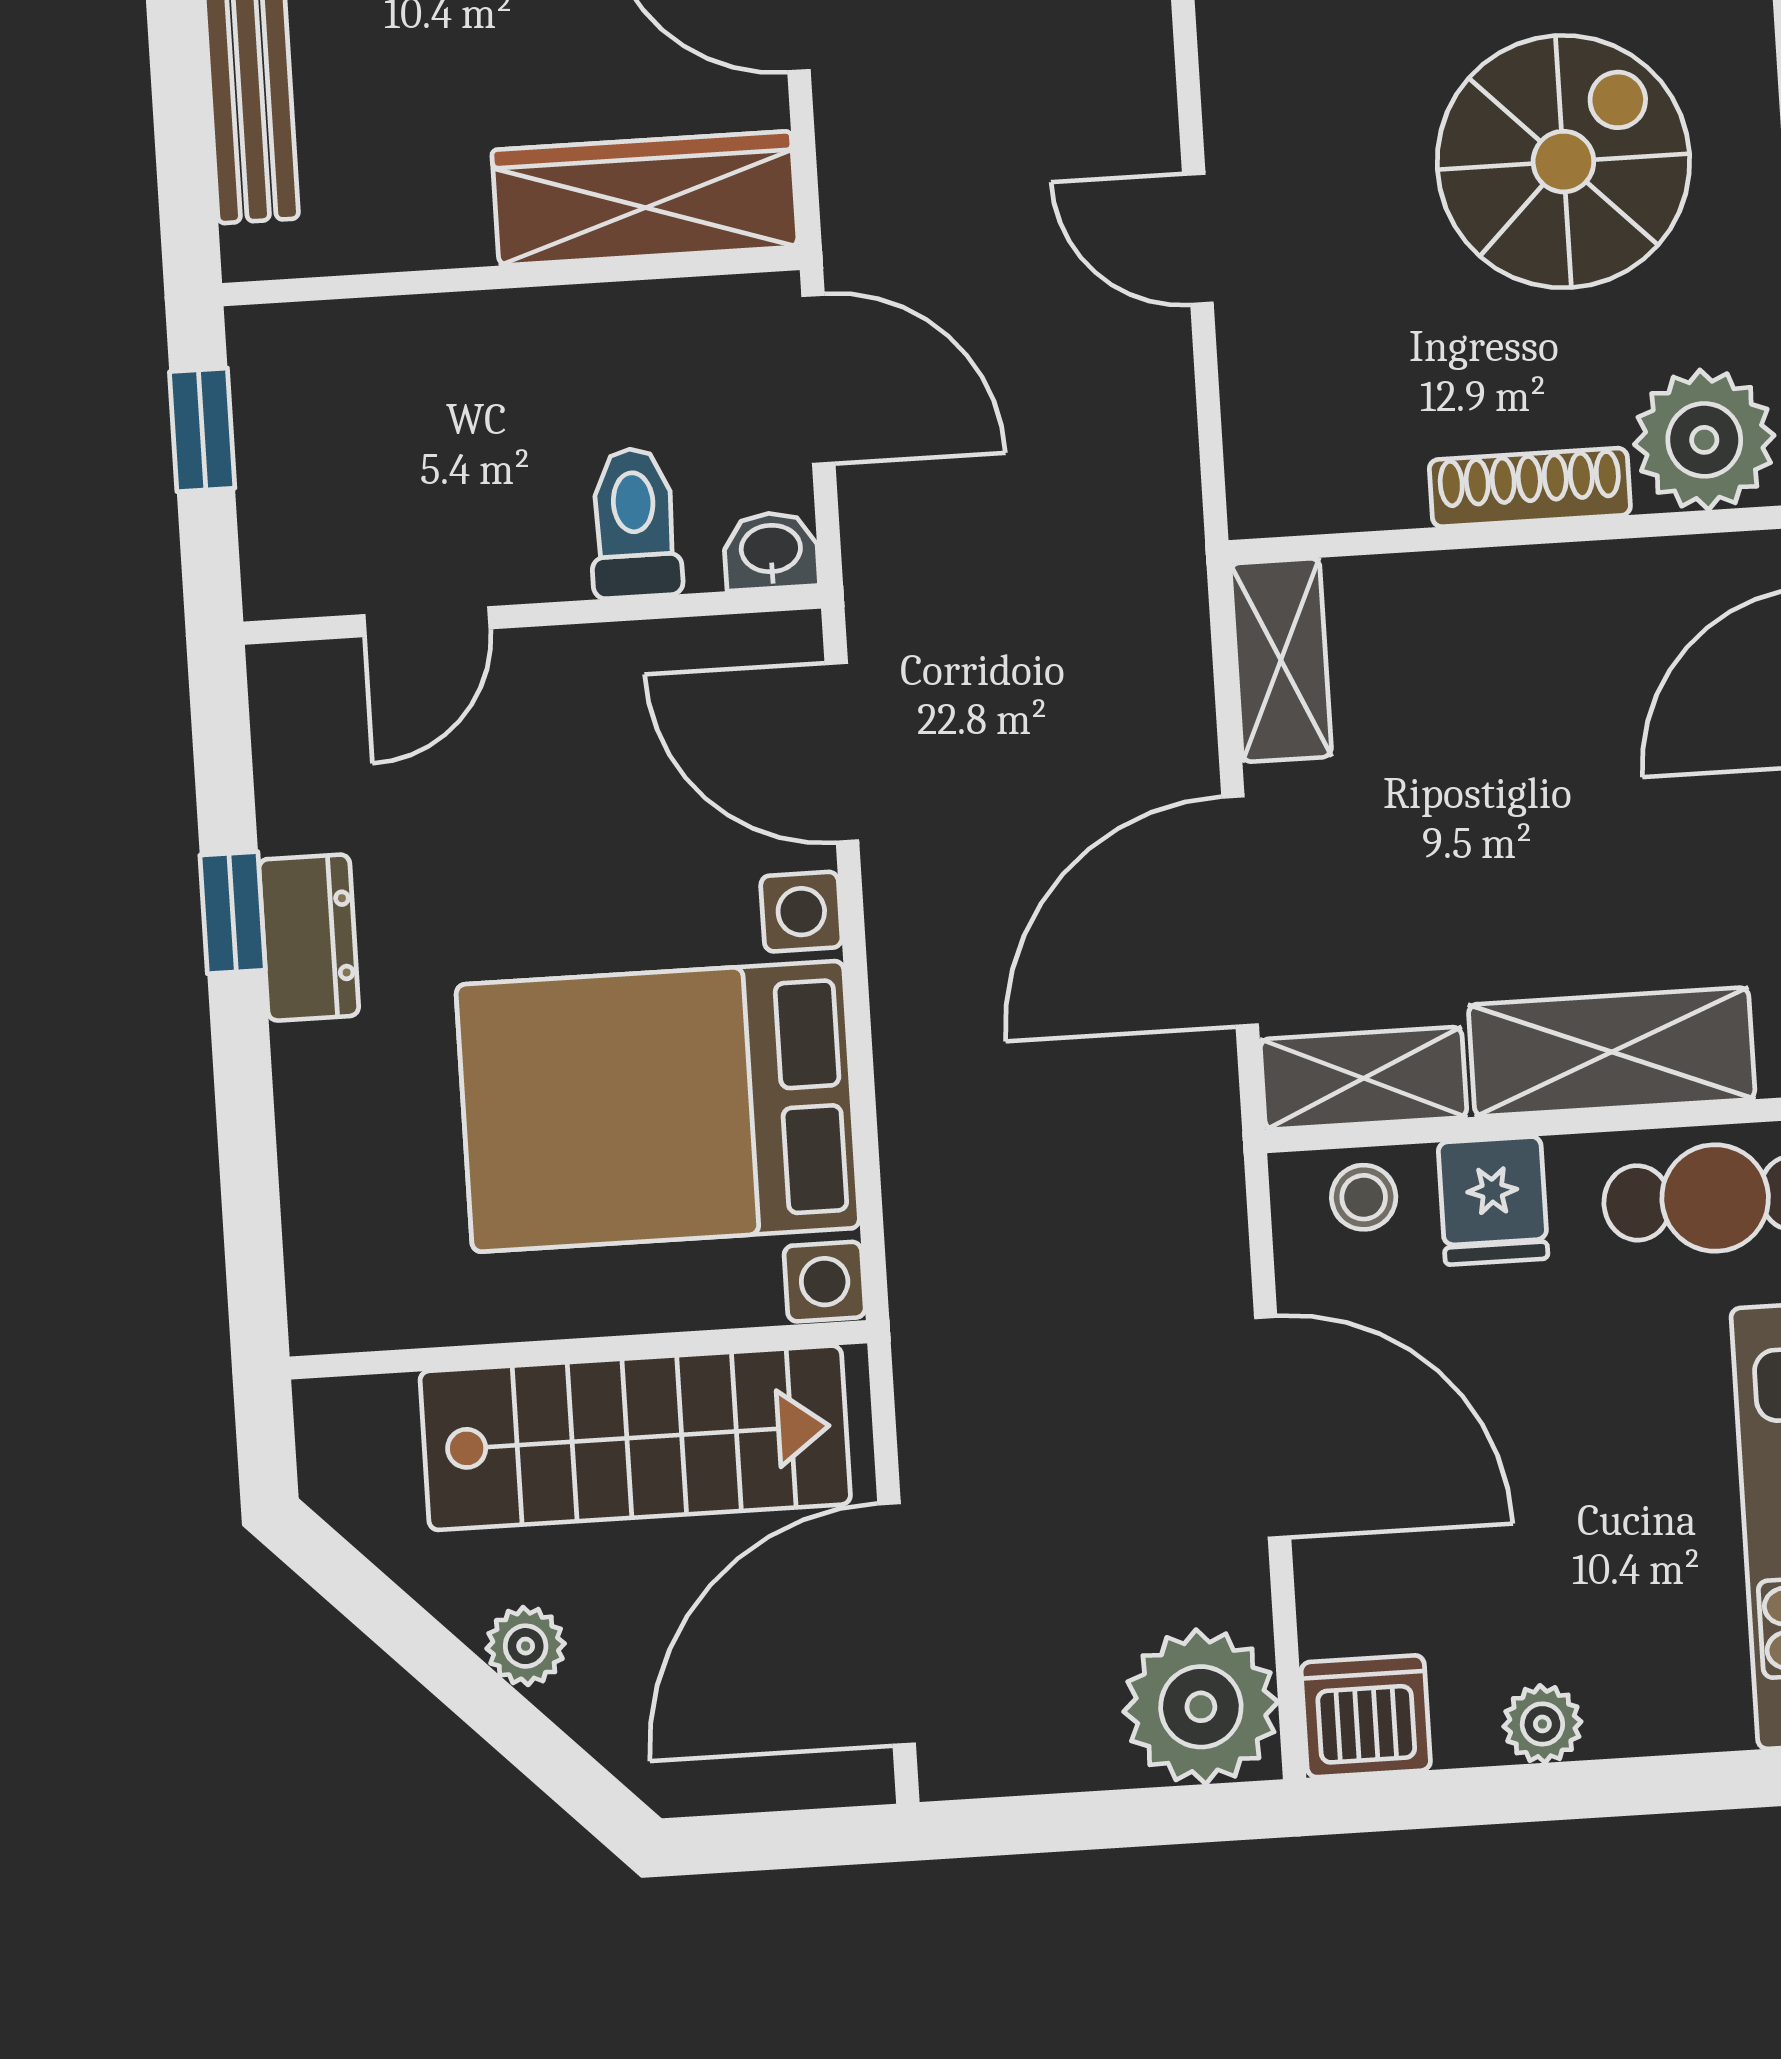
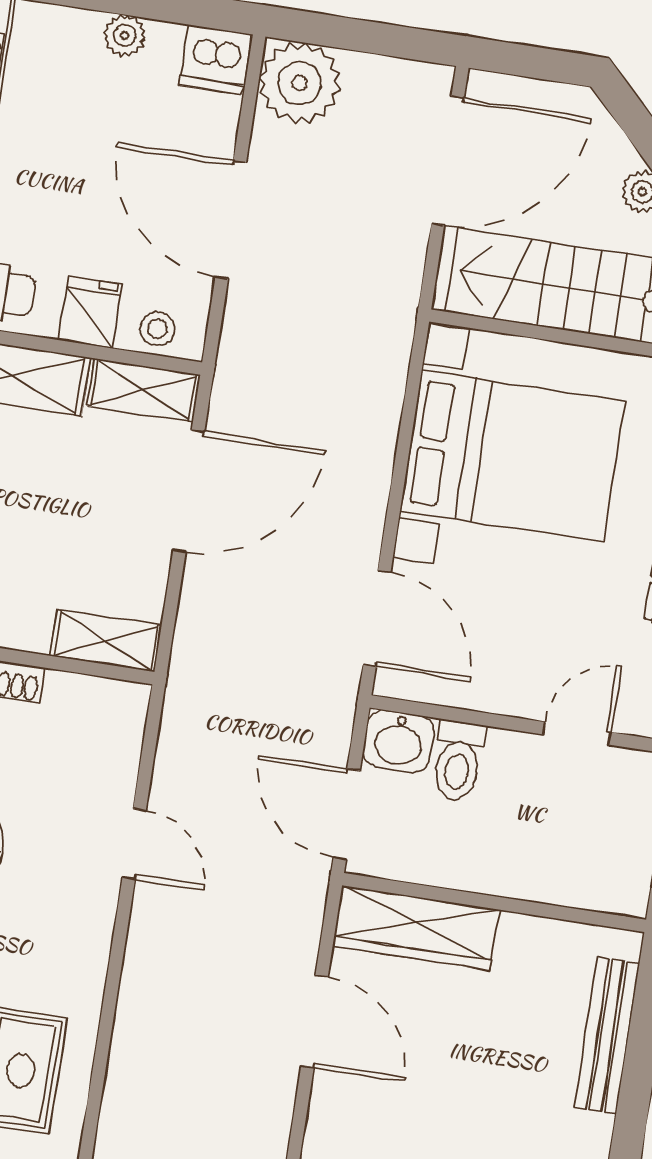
washbasin: (771, 551) -> (399, 741), width x1.38, depth x1.45
shelving: (1281, 660) -> (106, 641), moved, turned 90

